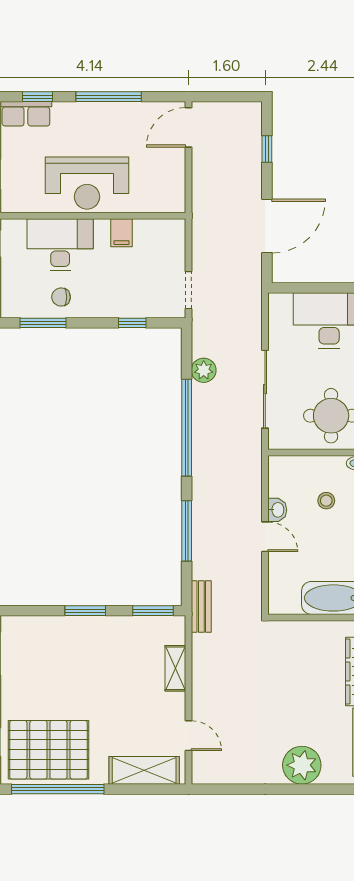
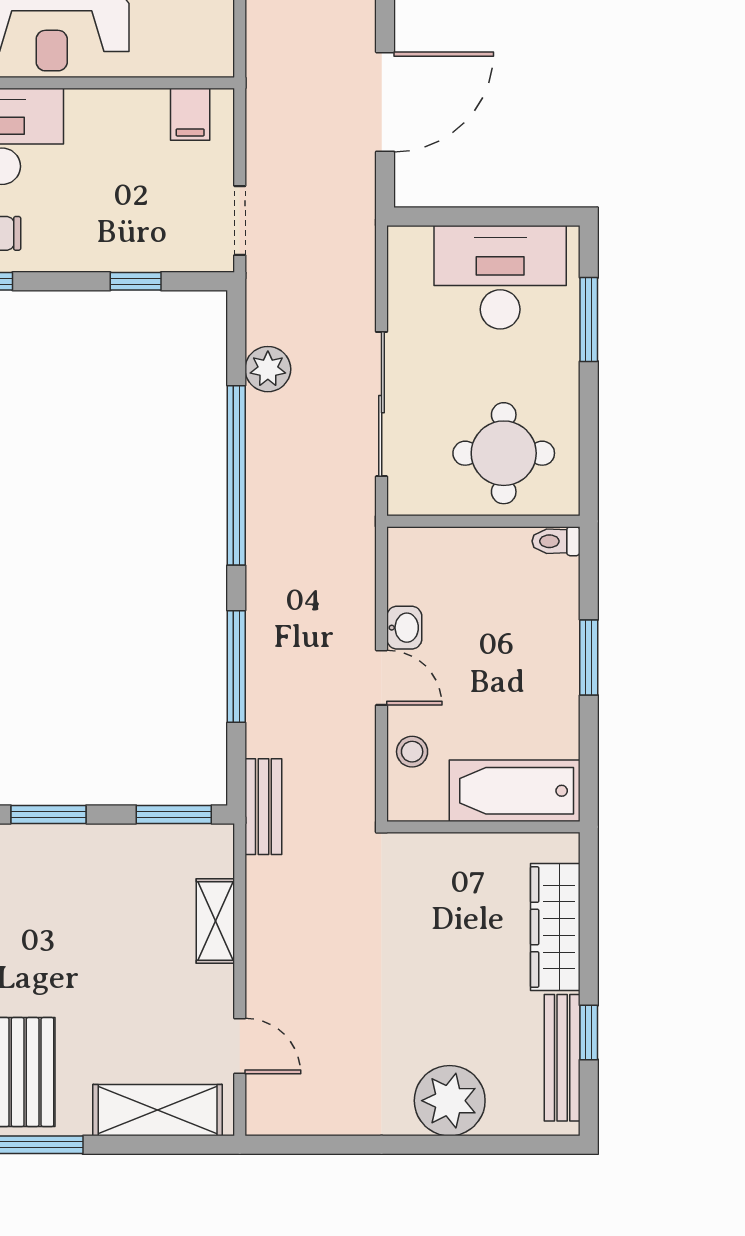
filing cabinet: (121, 233) -> (190, 114), moved
stool: (326, 501) -> (412, 752), moved

